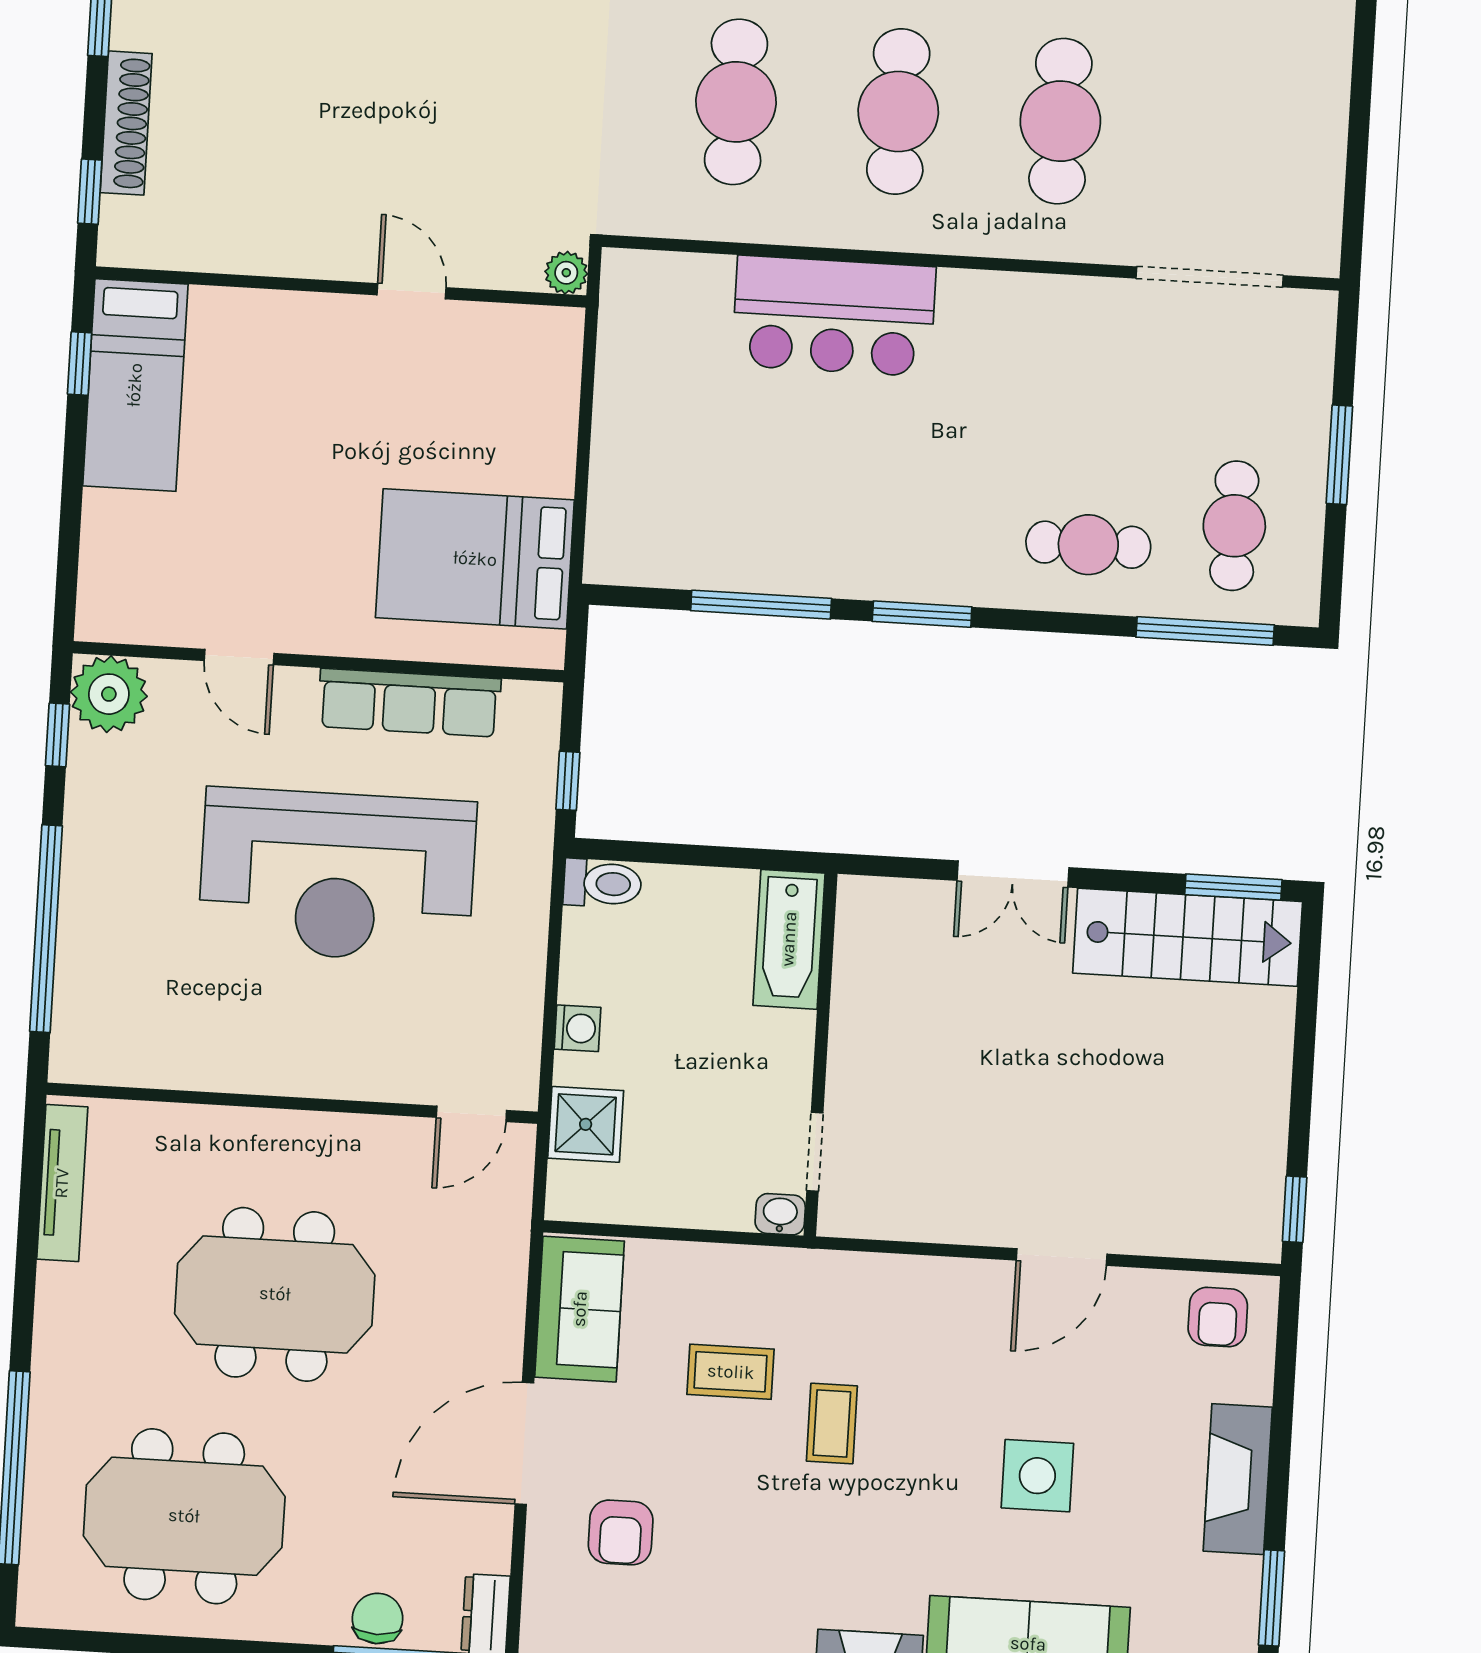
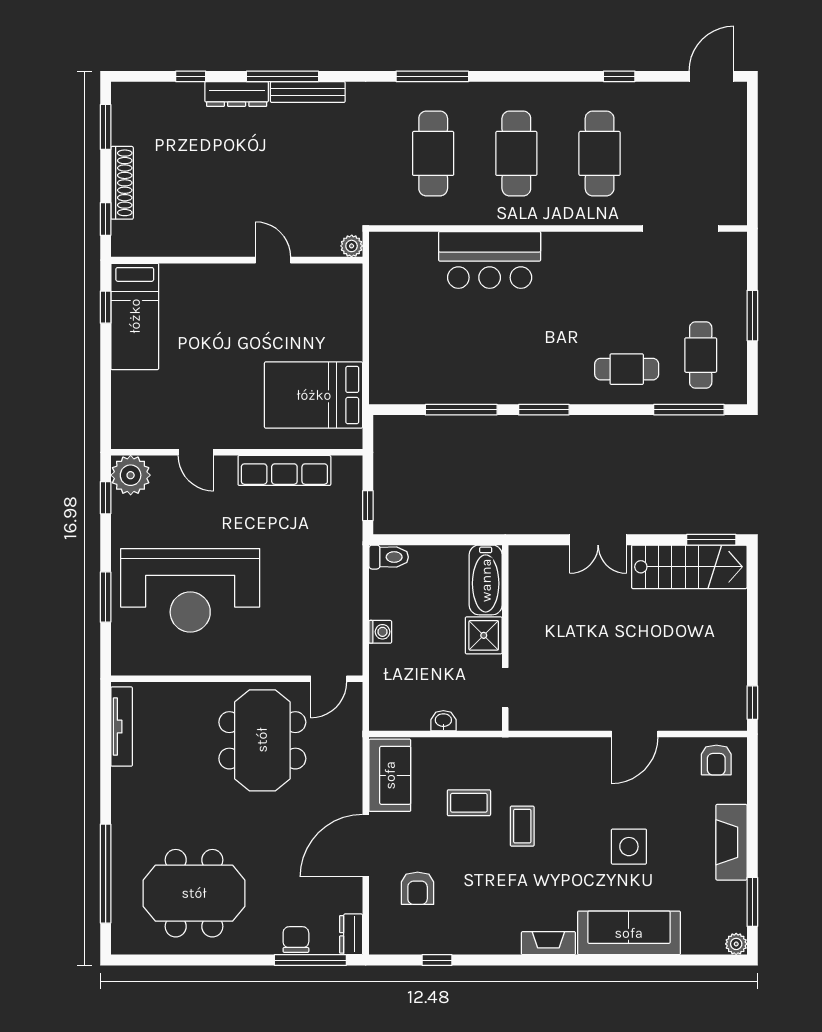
reception desk: (337, 875) -> (190, 590), moved
window: (46, 929) -> (106, 597), width x0.47
shower: (586, 1124) -> (484, 635), moved
washbasin: (780, 1214) -> (443, 721), moved
meeting table: (275, 1294) -> (262, 740), moved, turned 90

